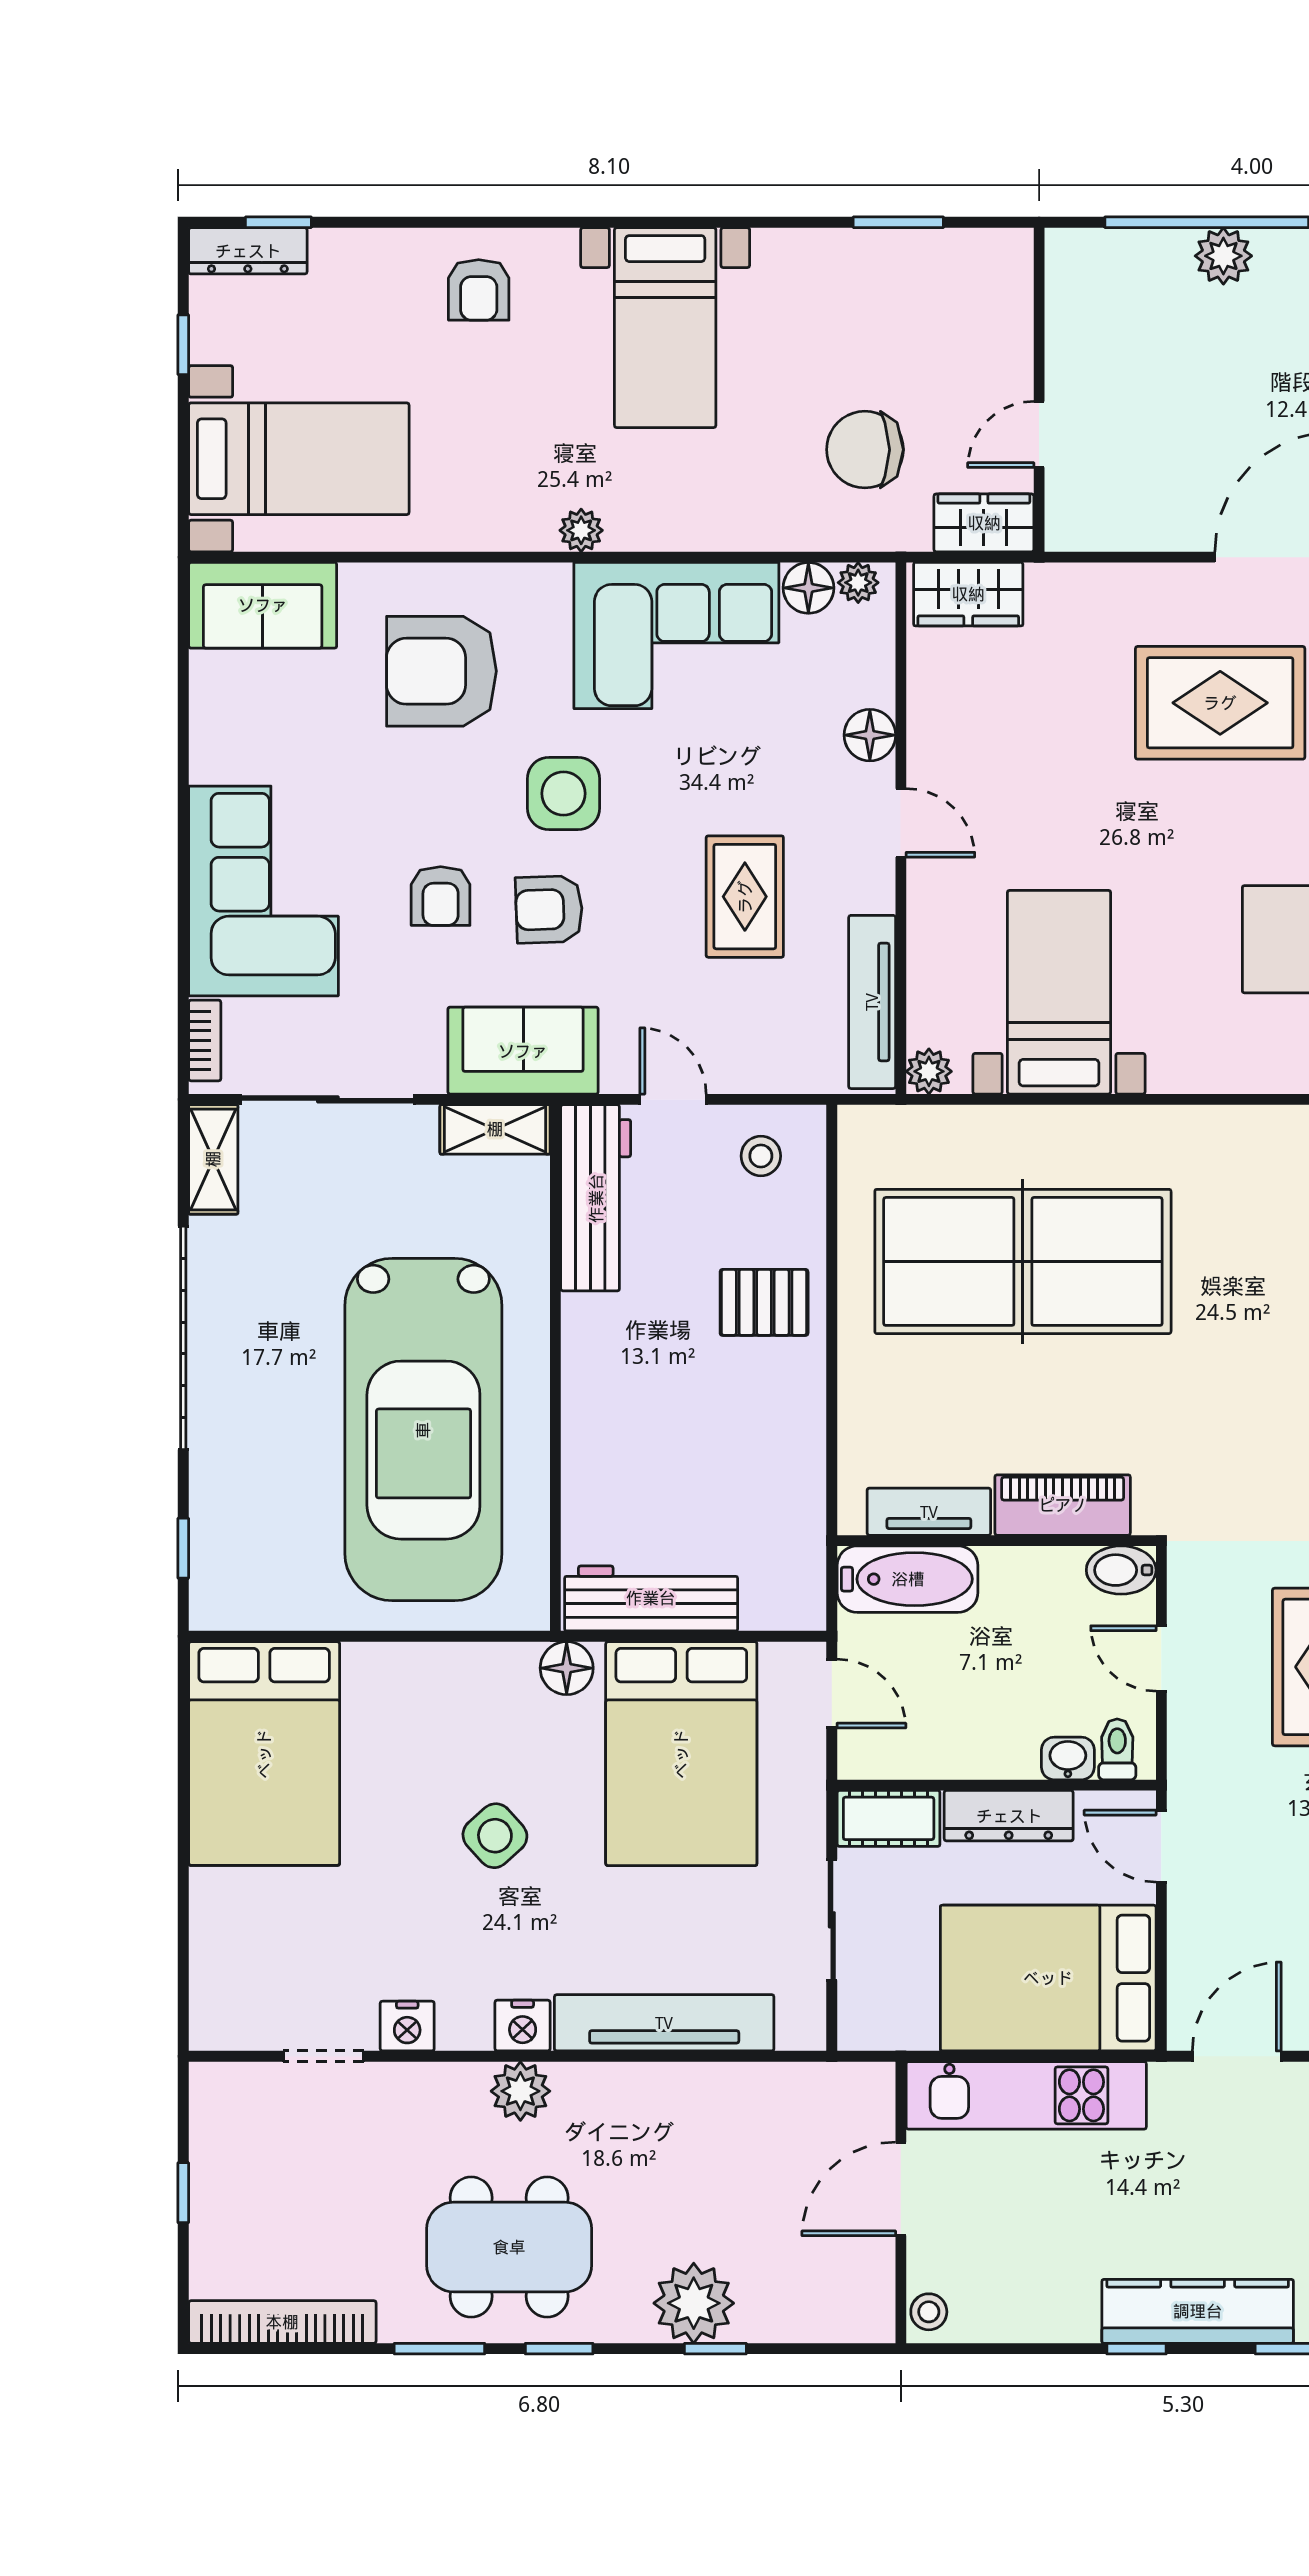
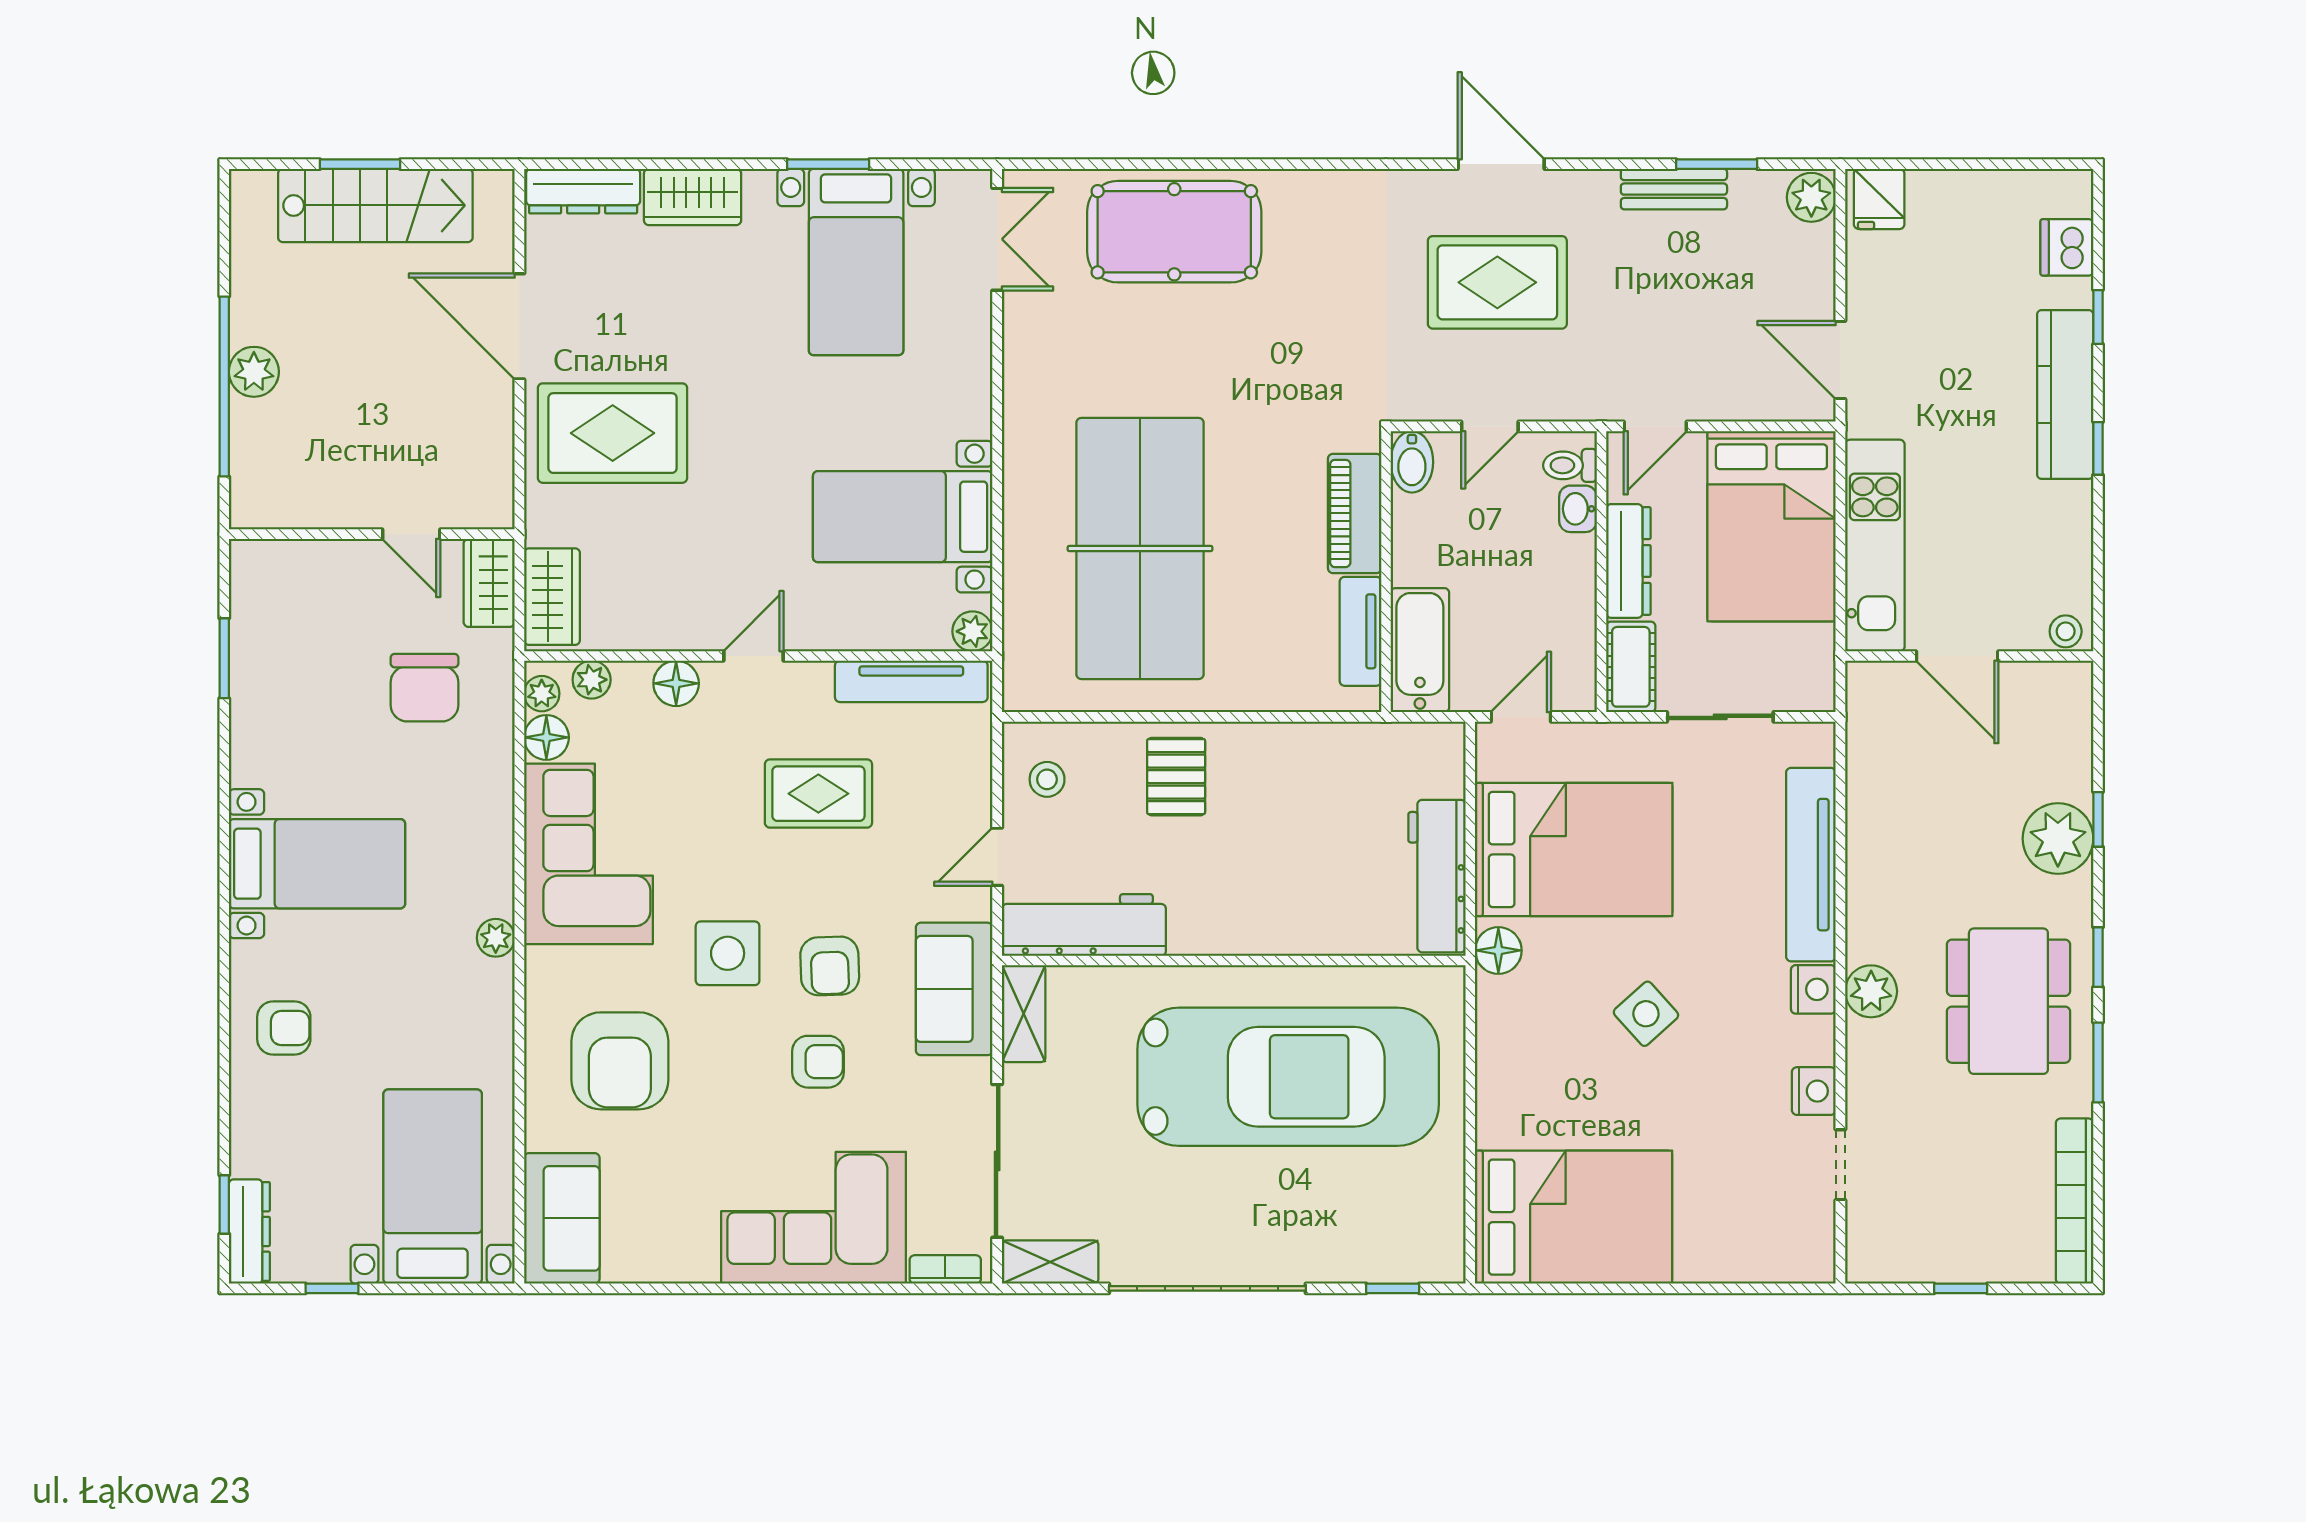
plant: (874, 639) -> (592, 680), added
rug: (1220, 703) -> (613, 433), moved, turned 90

